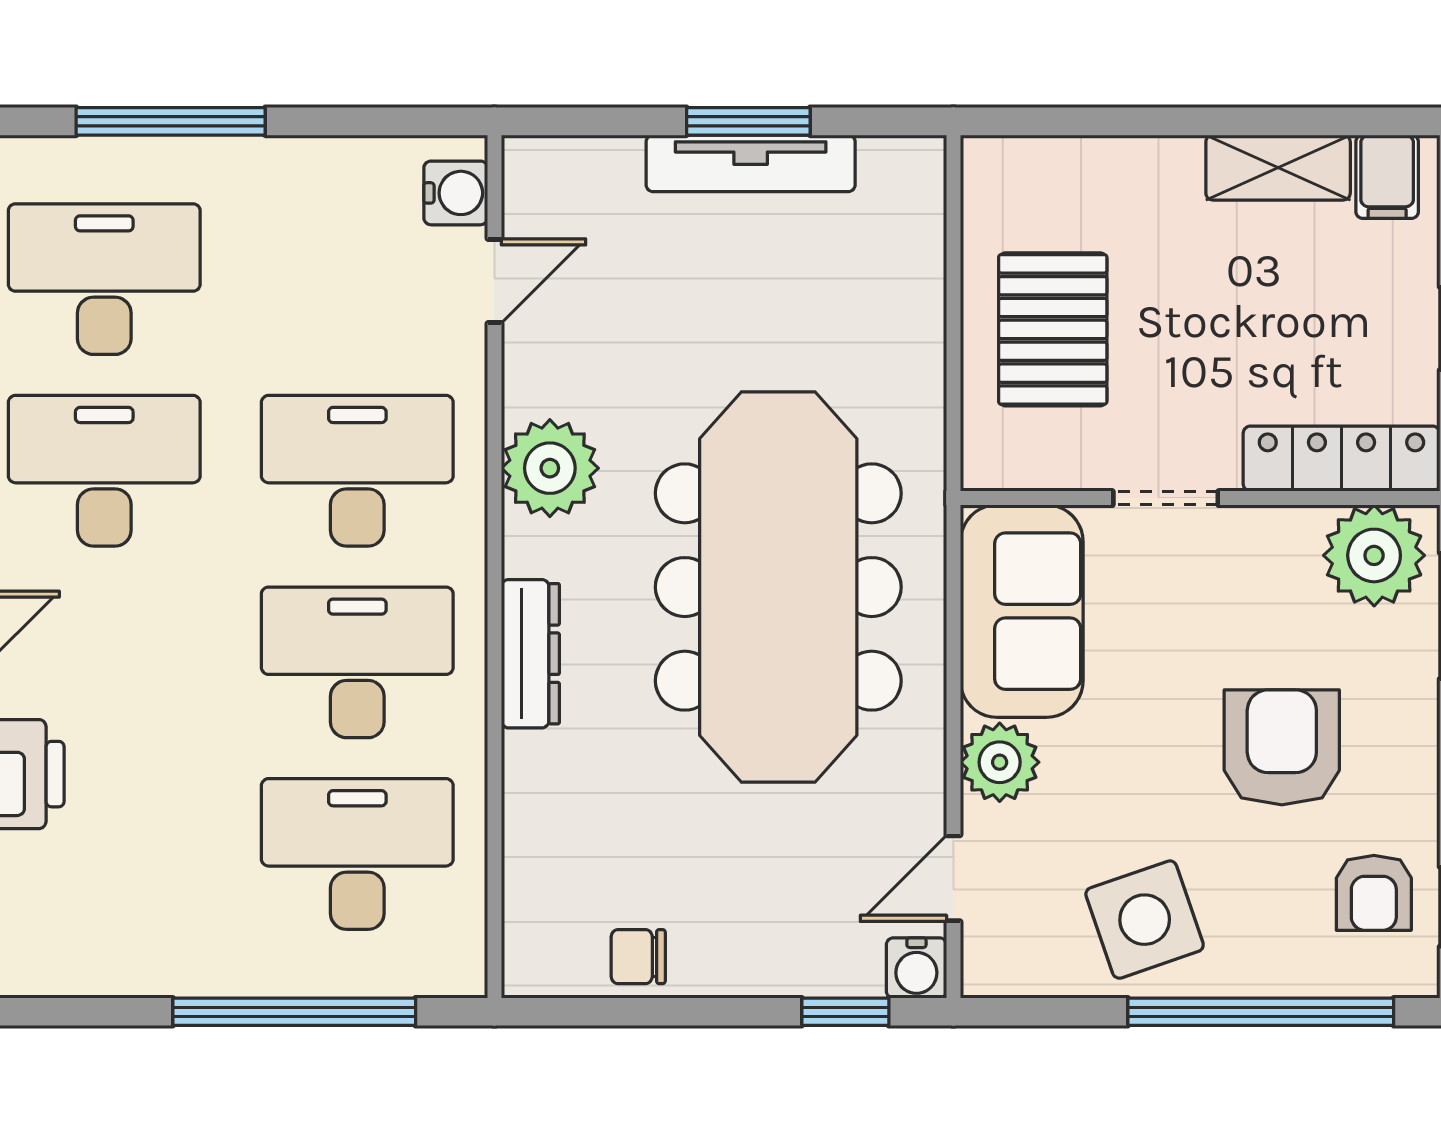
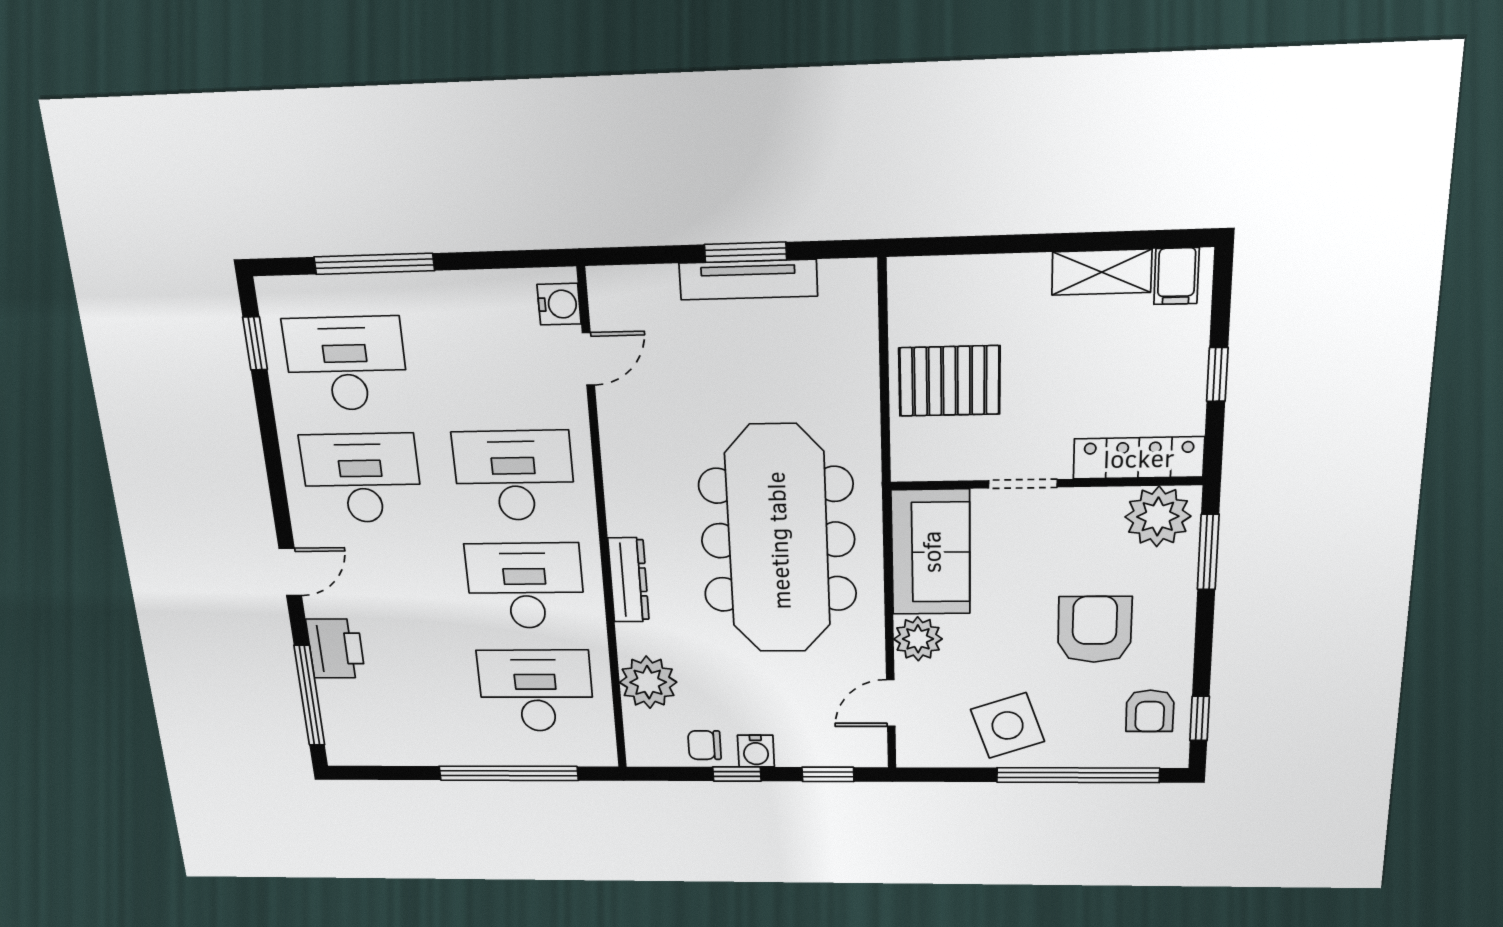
pallet: (1053, 329) -> (949, 381), turned 90
plant: (550, 468) -> (648, 682), moved
water cooler: (916, 968) -> (756, 751), moved
window: (690, 1012) -> (737, 774), added

